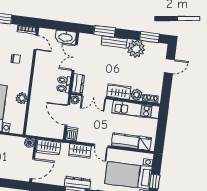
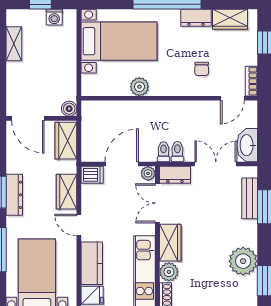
bench: (114, 42) -> (250, 198), moved
door: (101, 146) -> (79, 225), hinge flipped

